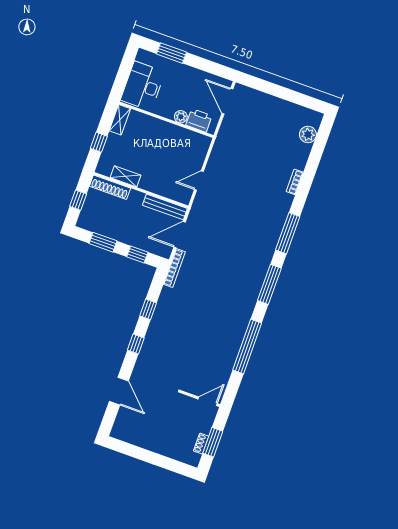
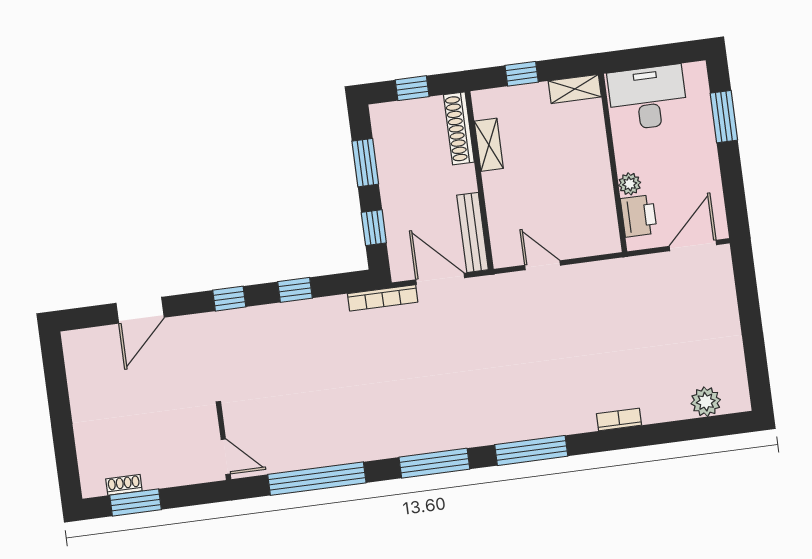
wall: (200, 399) -> (224, 443), moved
door: (208, 401) -> (226, 457), moved

